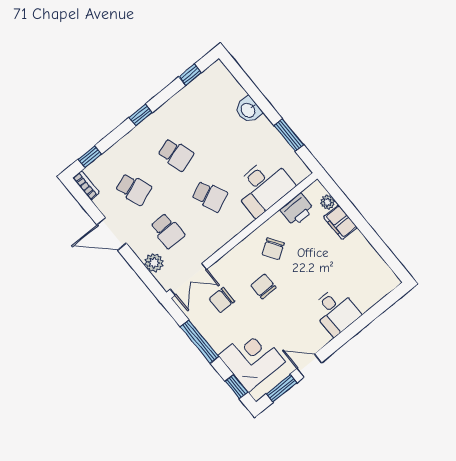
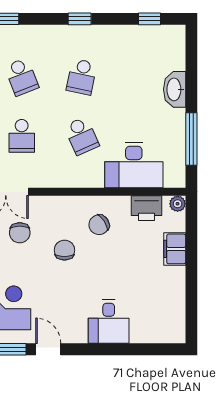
washbasin: (248, 110) -> (175, 89), width x1.38
window: (289, 135) -> (191, 139), width x1.44
school desk: (176, 155) -> (82, 77), turned 30
plant: (327, 202) -> (178, 204), moved
chair: (222, 300) -> (20, 233), turned -90

